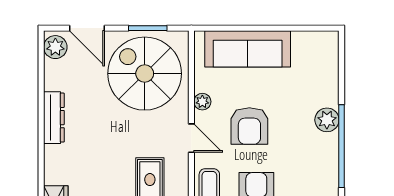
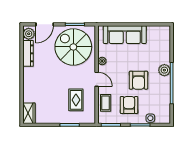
door: (87, 28) -> (45, 24), hinge flipped
dresser: (54, 118) -> (28, 53), moved
armchair: (249, 126) -> (139, 80), moved

